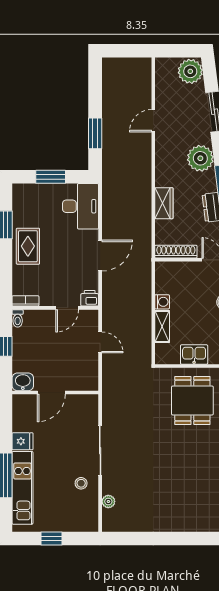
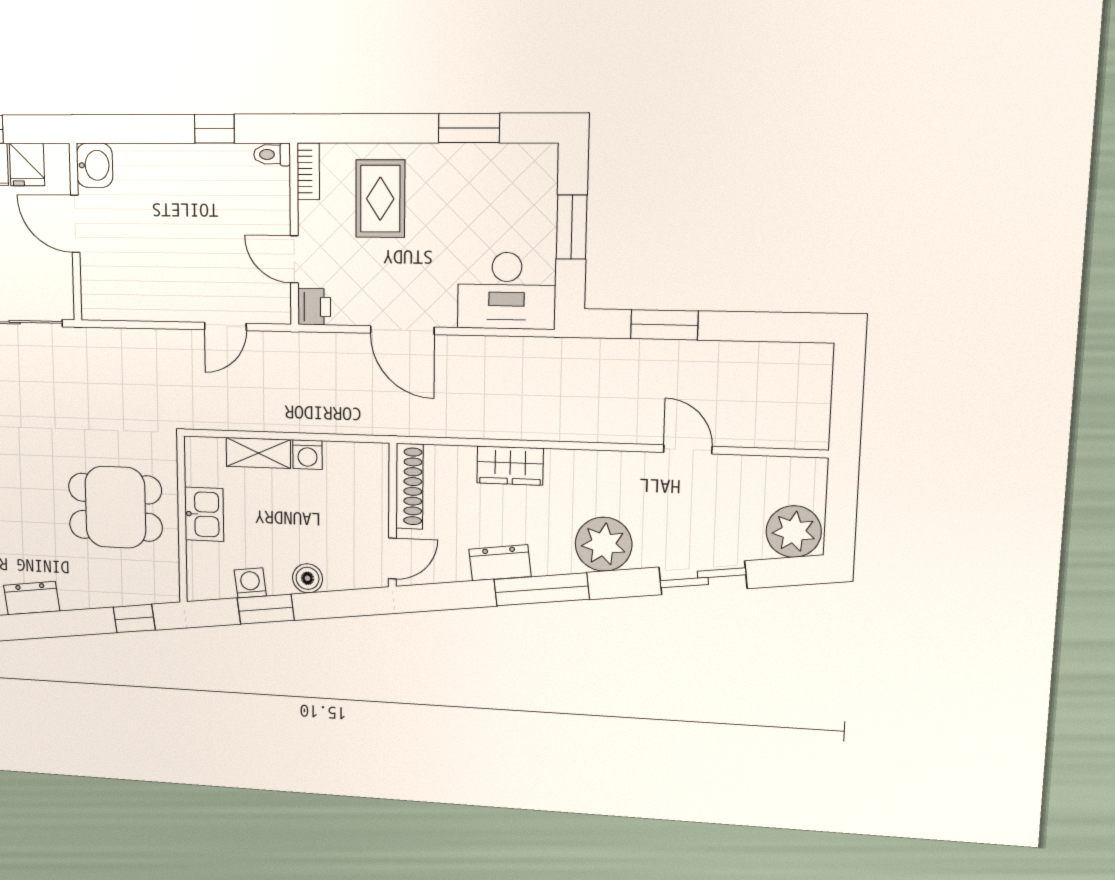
rug: (28, 246) -> (380, 199), moved, turned 90
washbasin: (23, 382) -> (95, 165), moved
door: (51, 392) -> (75, 224), moved
wall: (55, 392) -> (75, 232), moved

